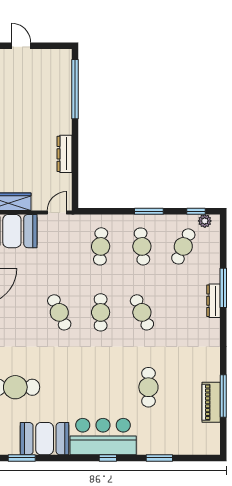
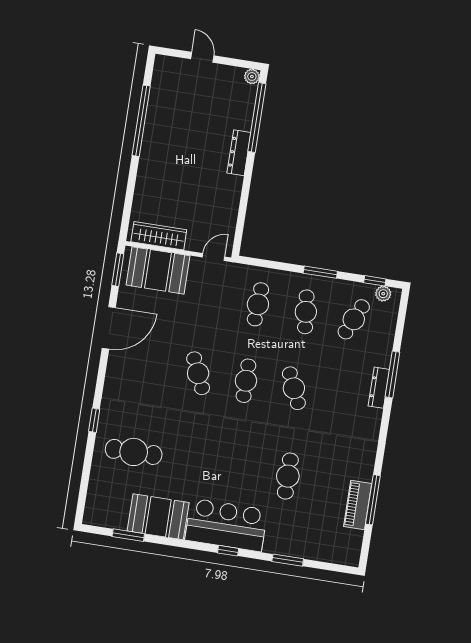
plant: (65, 55) -> (252, 76), added
dresser: (65, 154) -> (239, 153), moved

